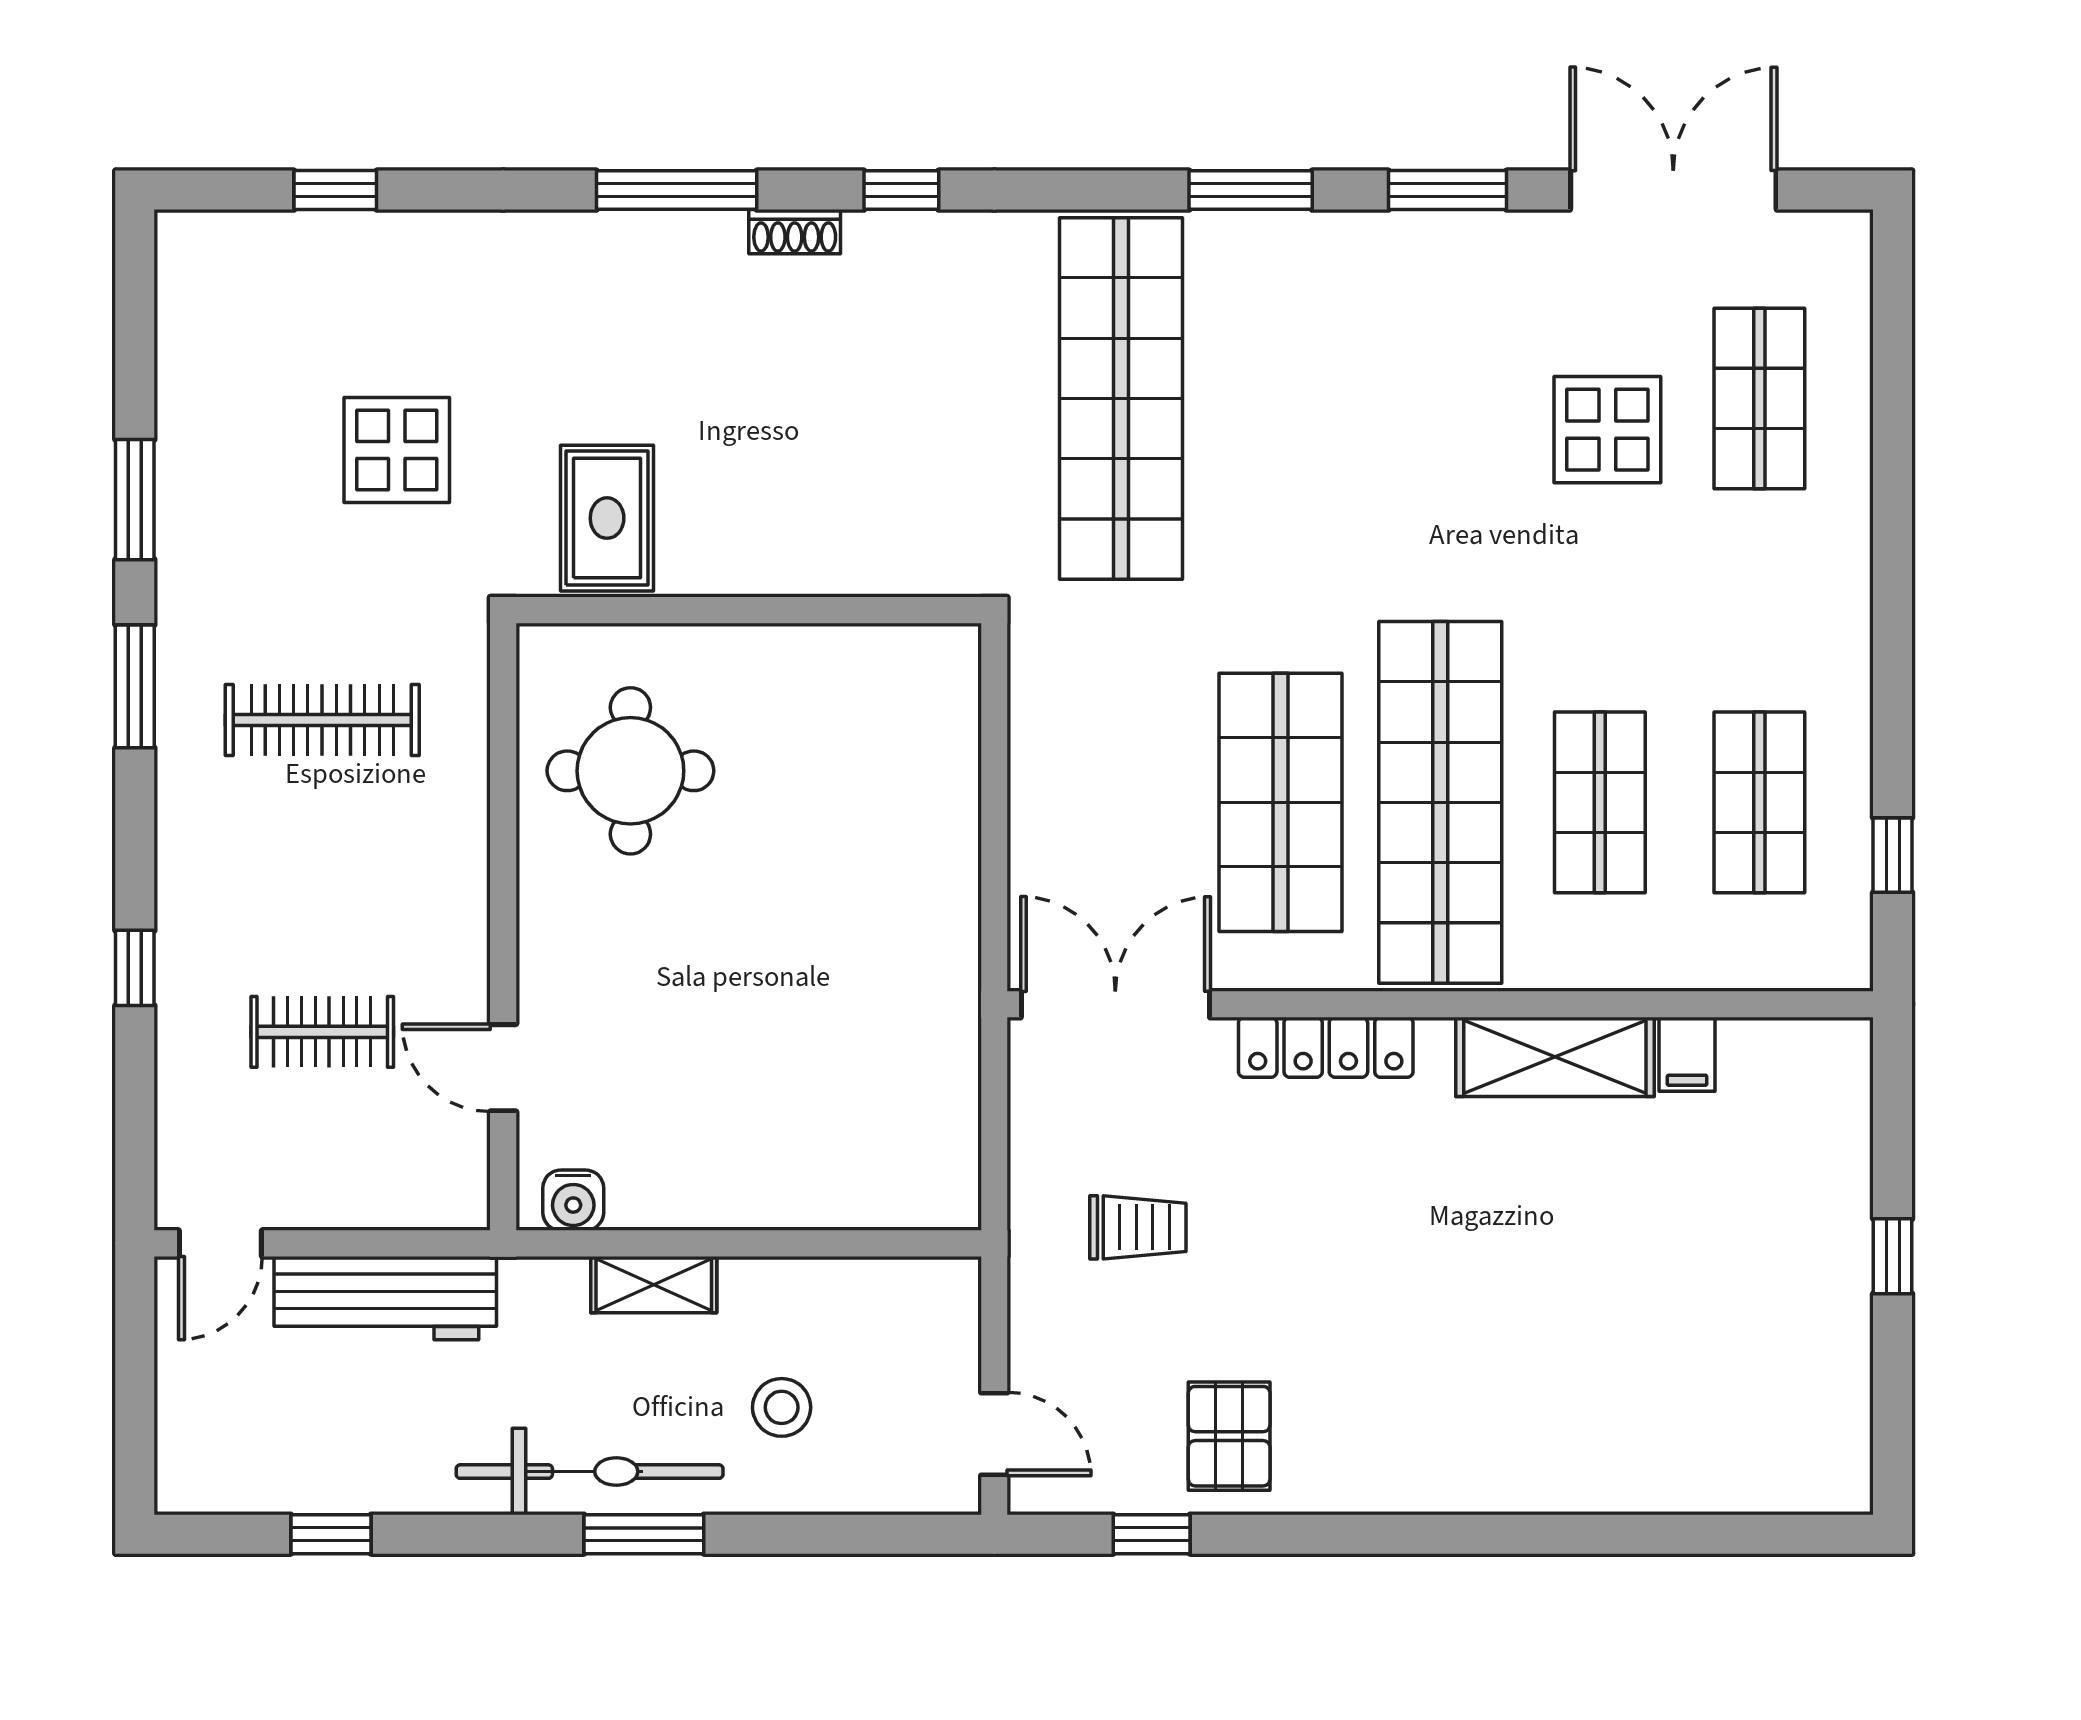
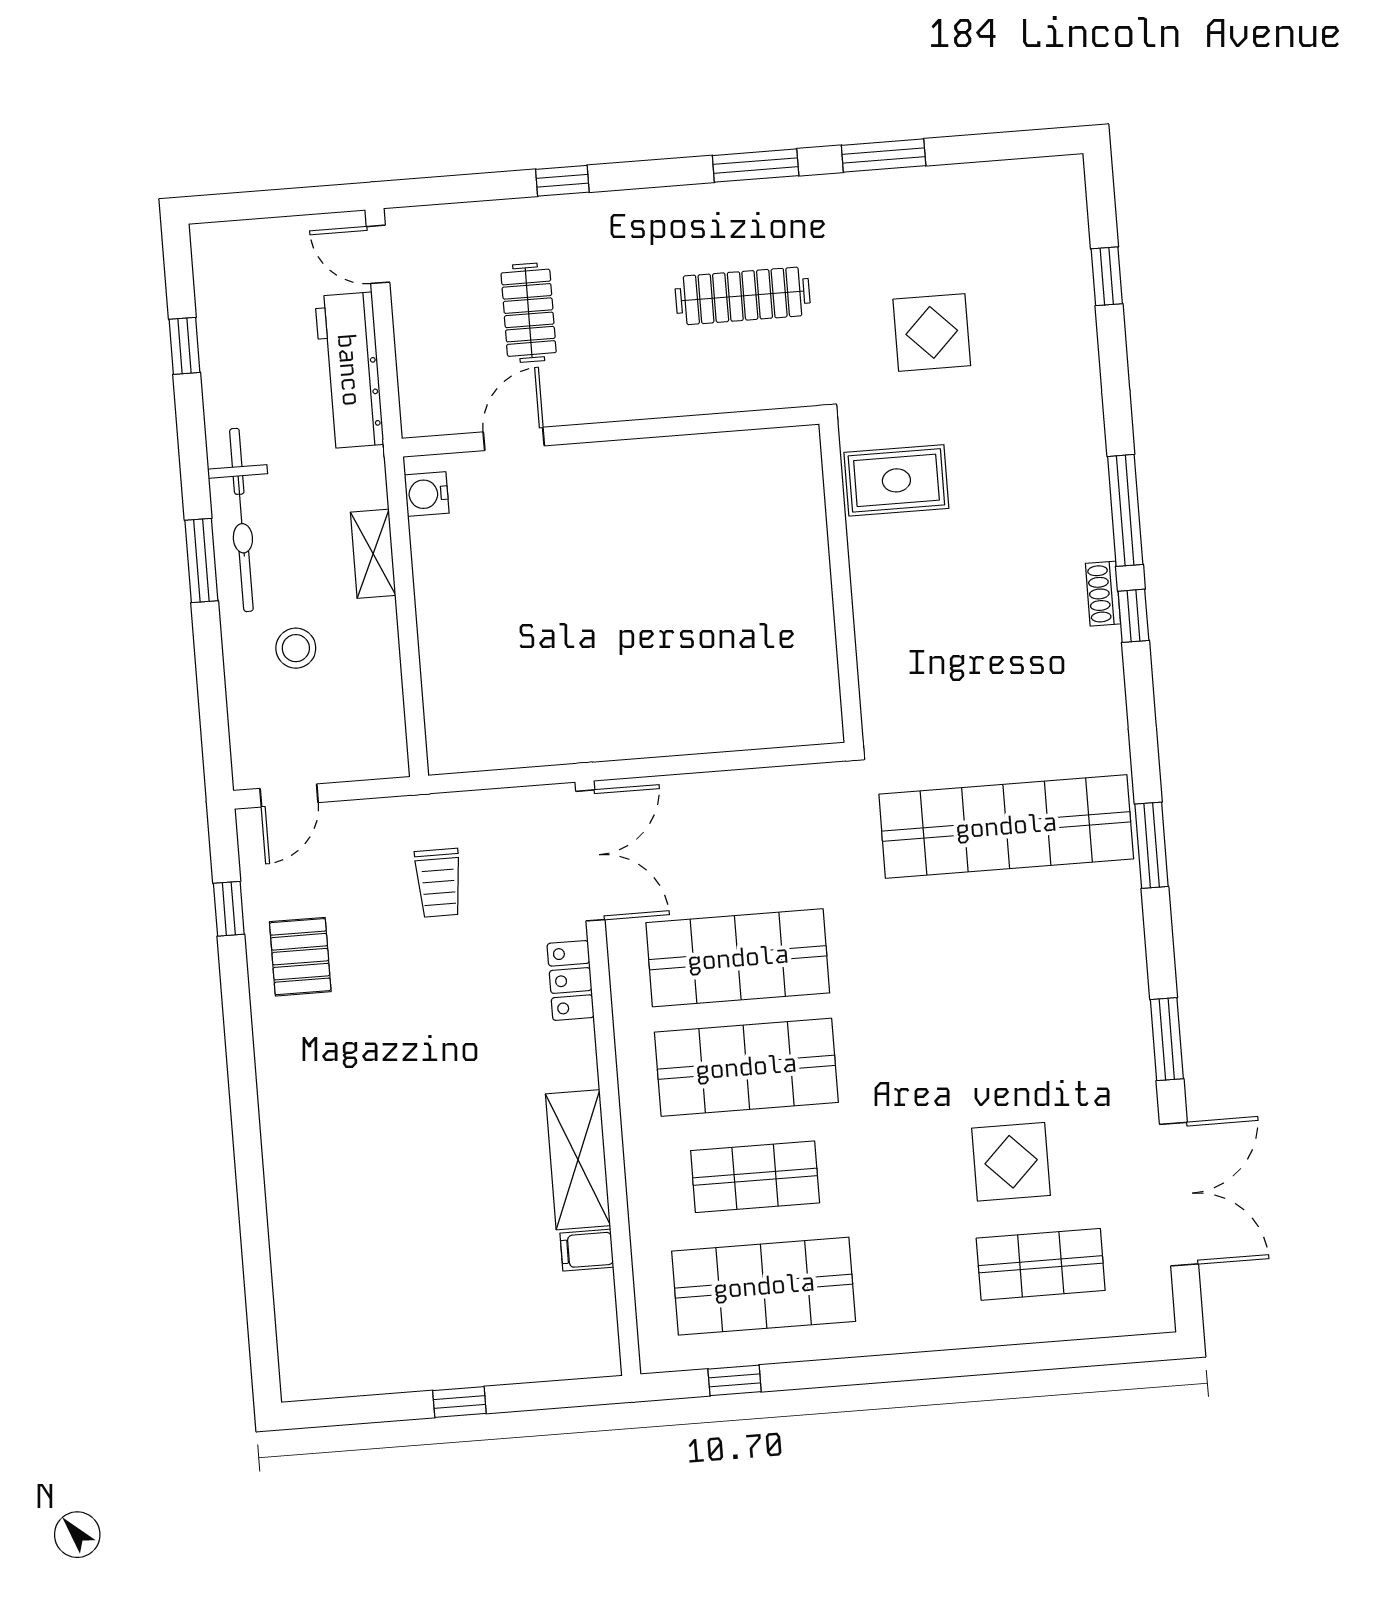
window: (901, 190) -> (1133, 616), moved
window: (1251, 190) -> (1152, 845), moved
clothes rail: (322, 720) -> (743, 296), turned 90
round table: (630, 771) -> (724, 510), removed
shop shelf: (1440, 802) -> (746, 1067), width x0.71
shop shelf: (1759, 802) -> (764, 1286), width x1.43, depth x1.36
locker: (1326, 1047) -> (571, 980), width x0.66
pallet: (1229, 1436) -> (300, 957), turned 90

